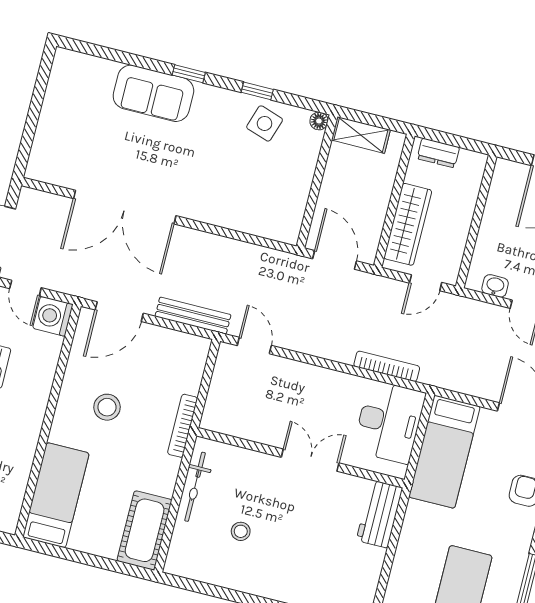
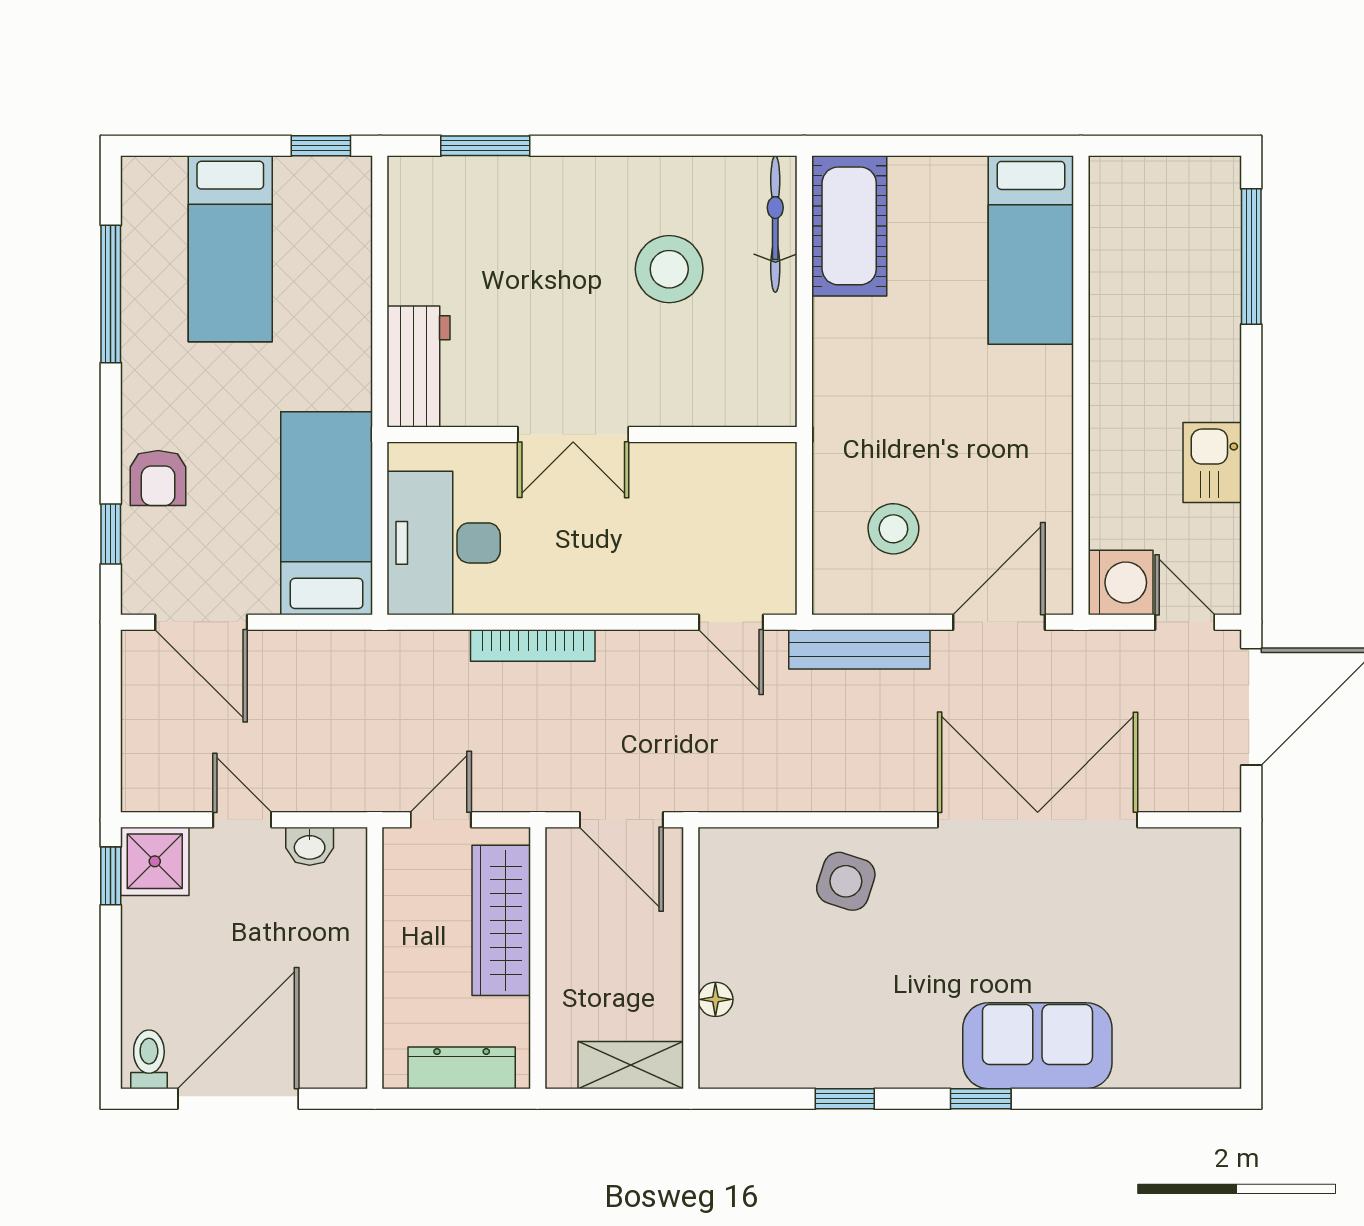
floor lamp: (319, 121) -> (715, 999), moved
side table: (265, 123) -> (846, 881), moved
dresser: (438, 153) -> (462, 1068), width x1.44
bookcase: (387, 366) -> (533, 645), moved
stool: (107, 407) -> (893, 529), moved
bookcase: (183, 426) -> (827, 439), removed
bicycle: (195, 487) -> (775, 224), moved
stool: (241, 531) -> (669, 269), width x1.89, depth x1.89

